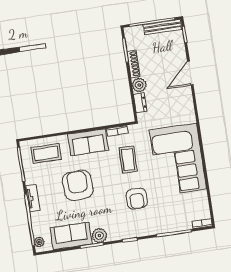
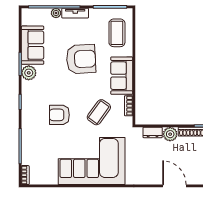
coffee table: (128, 160) -> (99, 112), turned -55
plant: (39, 242) -> (56, 13), moved

